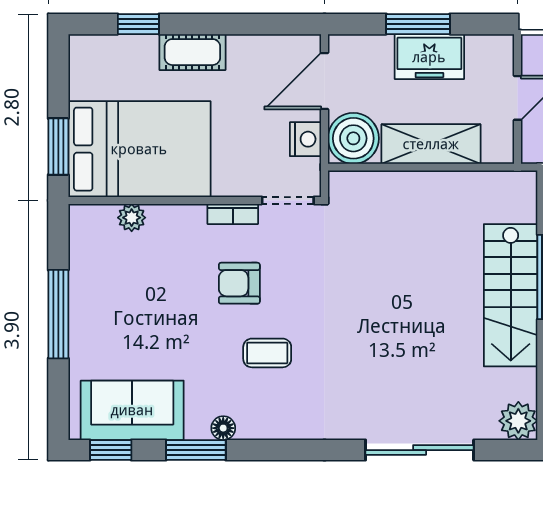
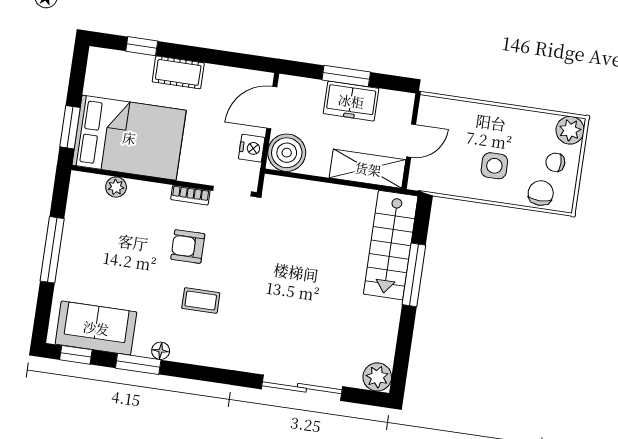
shelving: (431, 144) -> (368, 169), moved
stairs: (511, 295) -> (391, 245), moved

